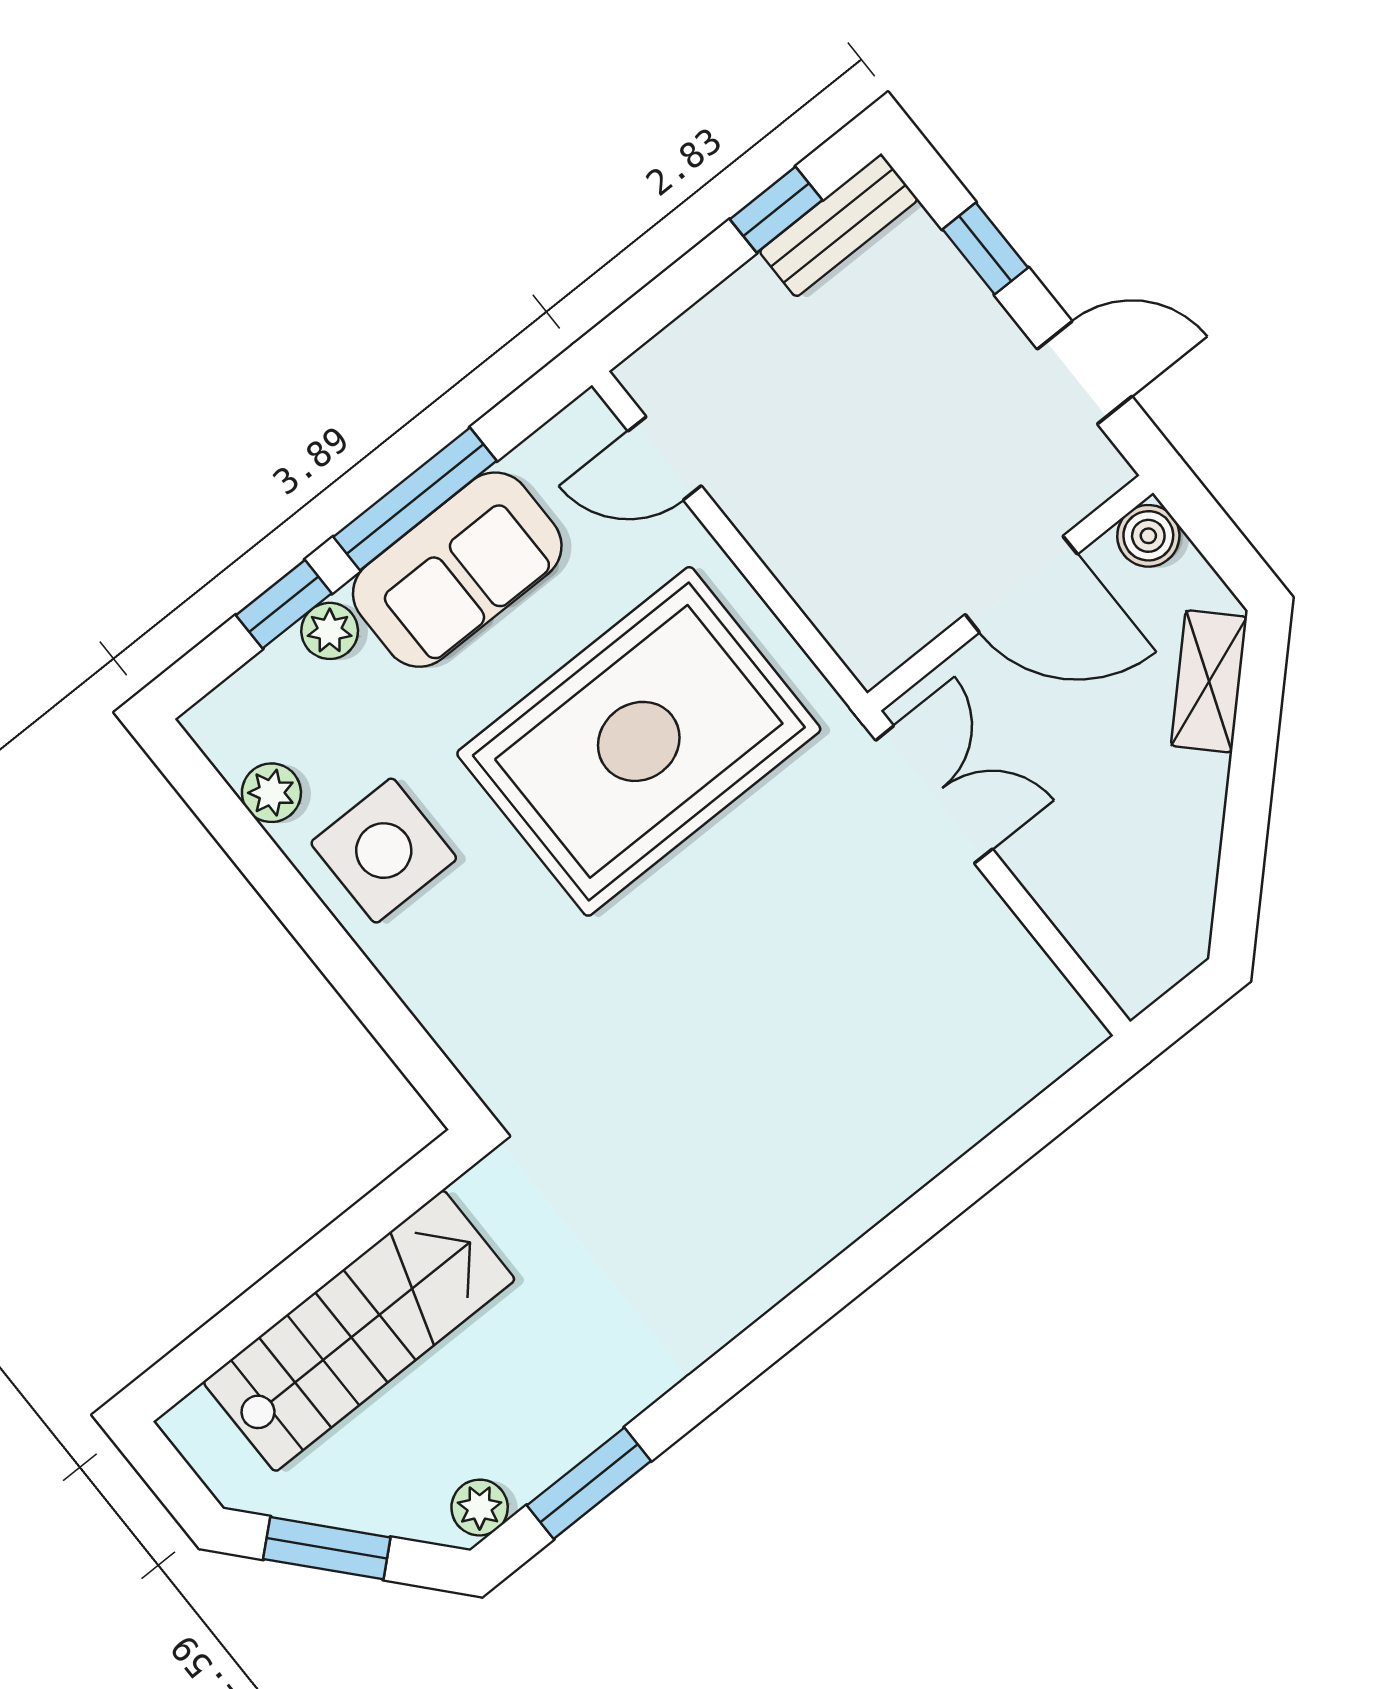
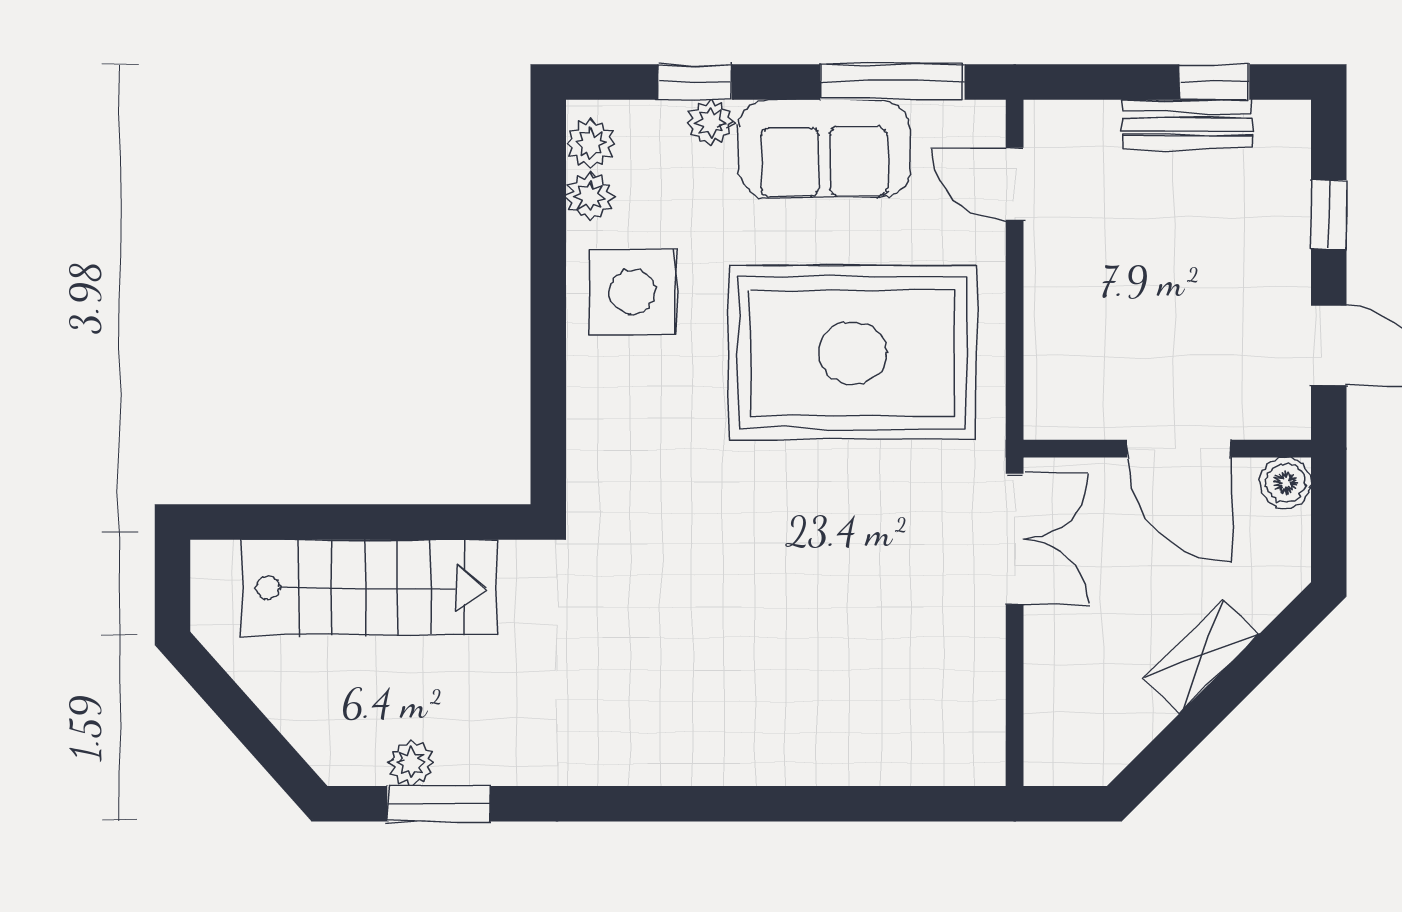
bench: (839, 225) -> (1187, 124), moved
window: (415, 499) -> (892, 82), moved
shelving: (1209, 681) -> (1201, 656), moved
plant: (231, 742) -> (590, 143), added
plant: (480, 1508) -> (411, 763), moved
window: (327, 1548) -> (237, 711), removed

